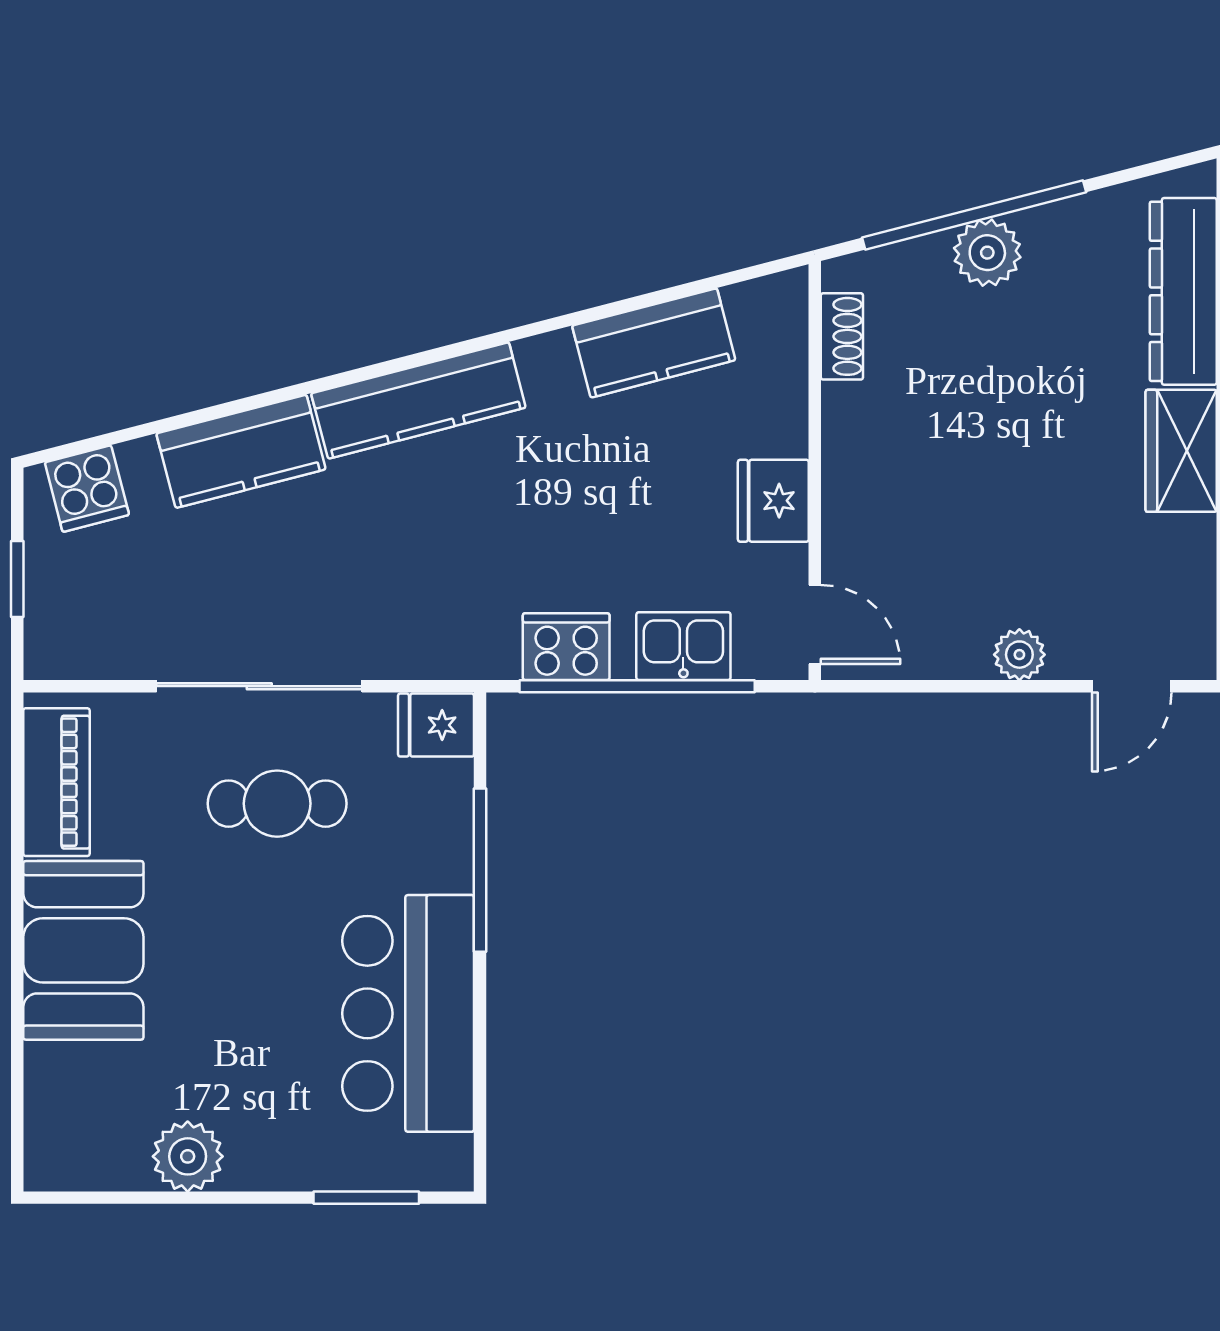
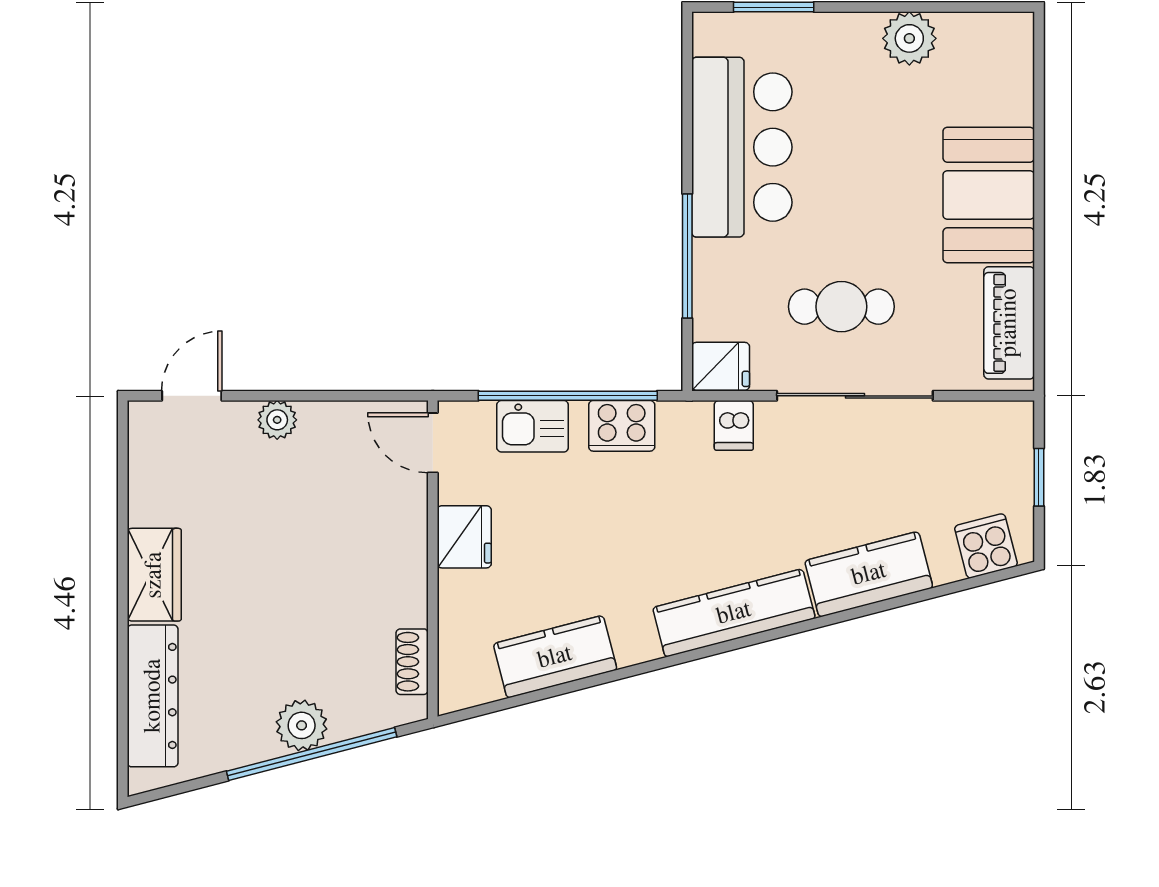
dishwasher: (419, 647) -> (734, 425), added

